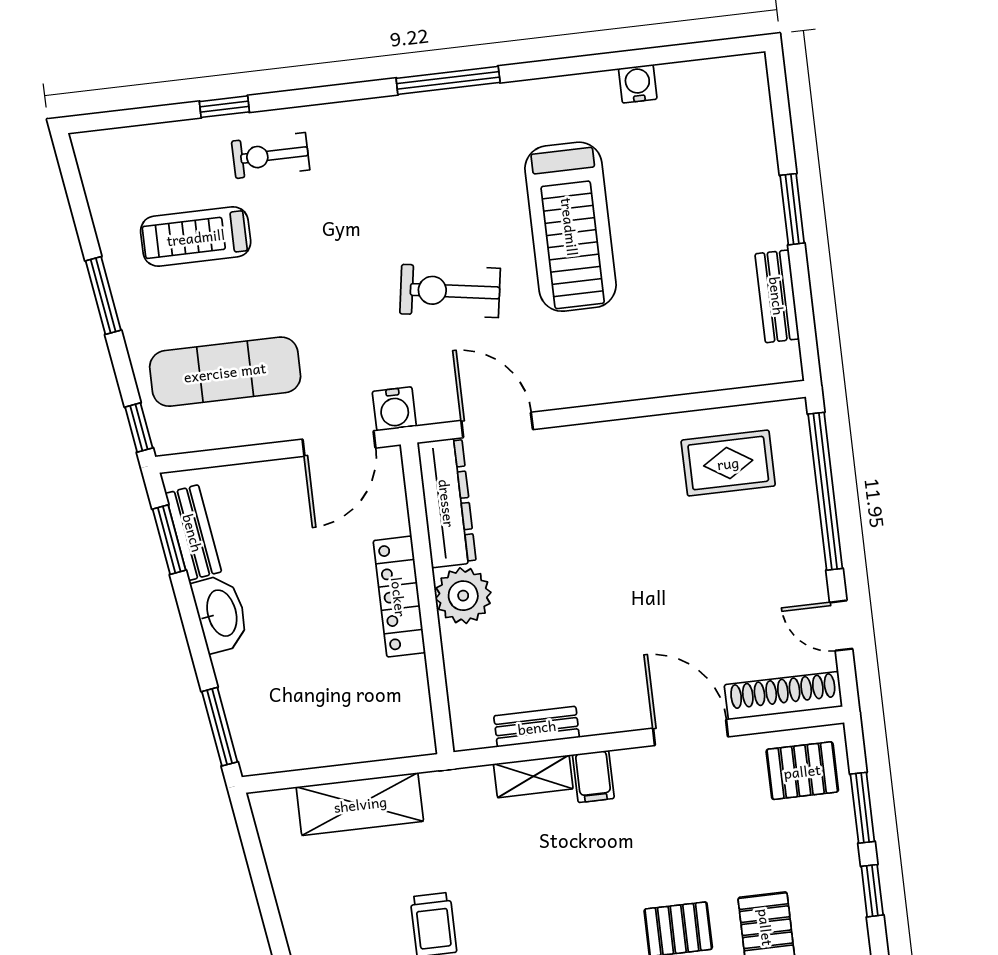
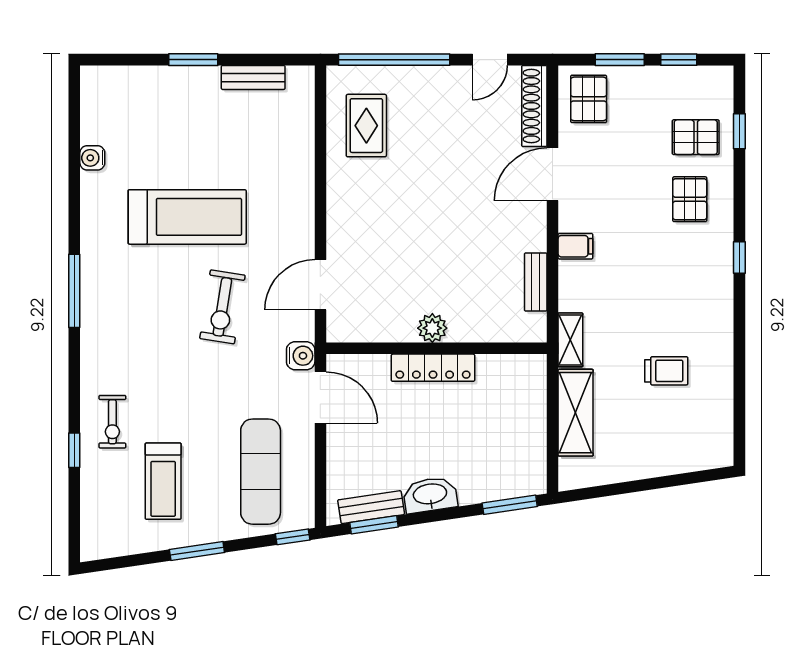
dresser: (447, 503) -> (371, 327), removed
plant: (463, 596) -> (432, 328), width x0.73, depth x0.73
shelving: (533, 776) -> (570, 340), moved

